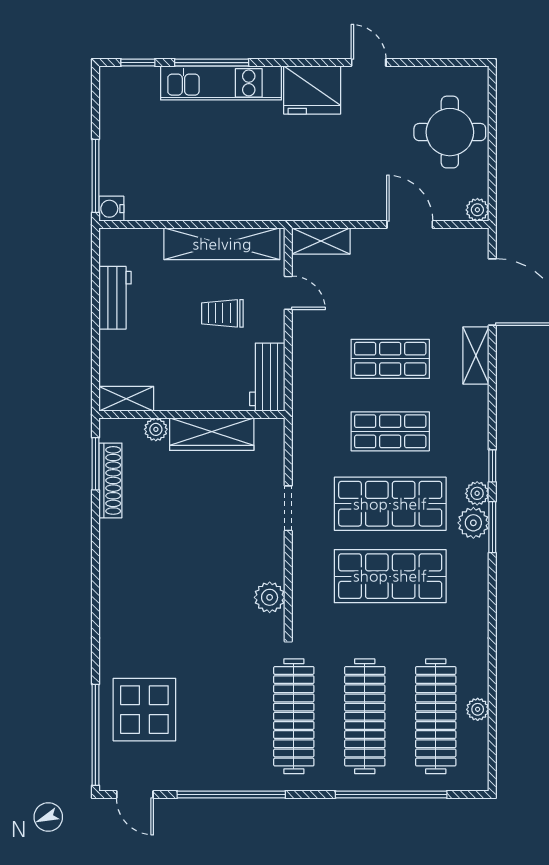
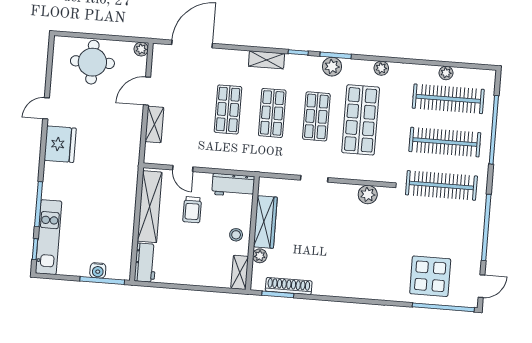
kitchen unit: (221, 83) -> (48, 237), moved
water cooler: (111, 209) -> (98, 270), moved
shelving: (321, 241) -> (154, 124), moved
door: (288, 293) -> (183, 168), swing flipped
workbench: (115, 298) -> (145, 263), moved, turned 90
shelving: (476, 355) -> (266, 60), moved
stool: (187, 388) -> (236, 235), added
plant: (477, 493) -> (381, 68), moved
shop shelf: (390, 504) -> (316, 116), width x0.70, depth x0.74

